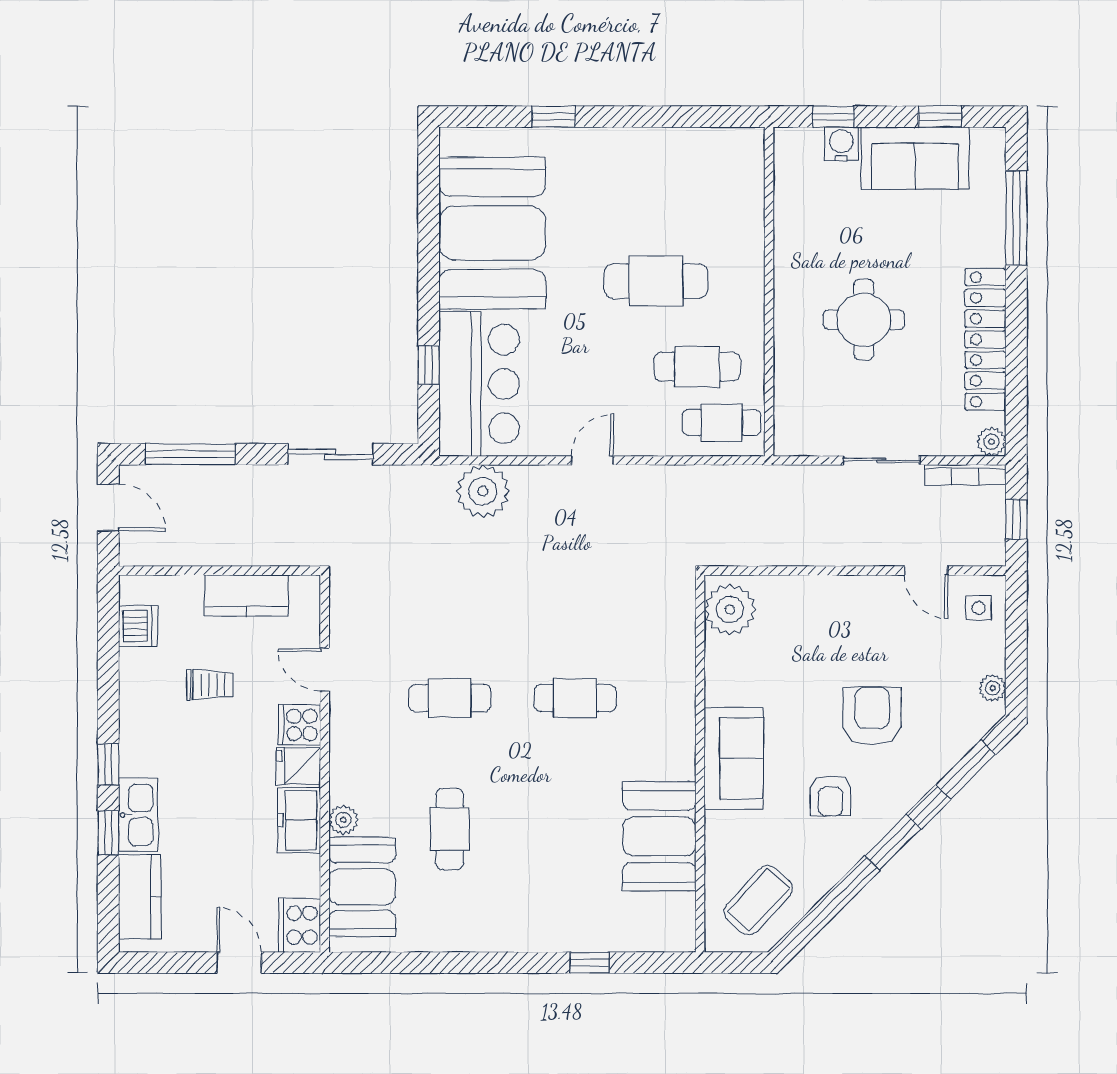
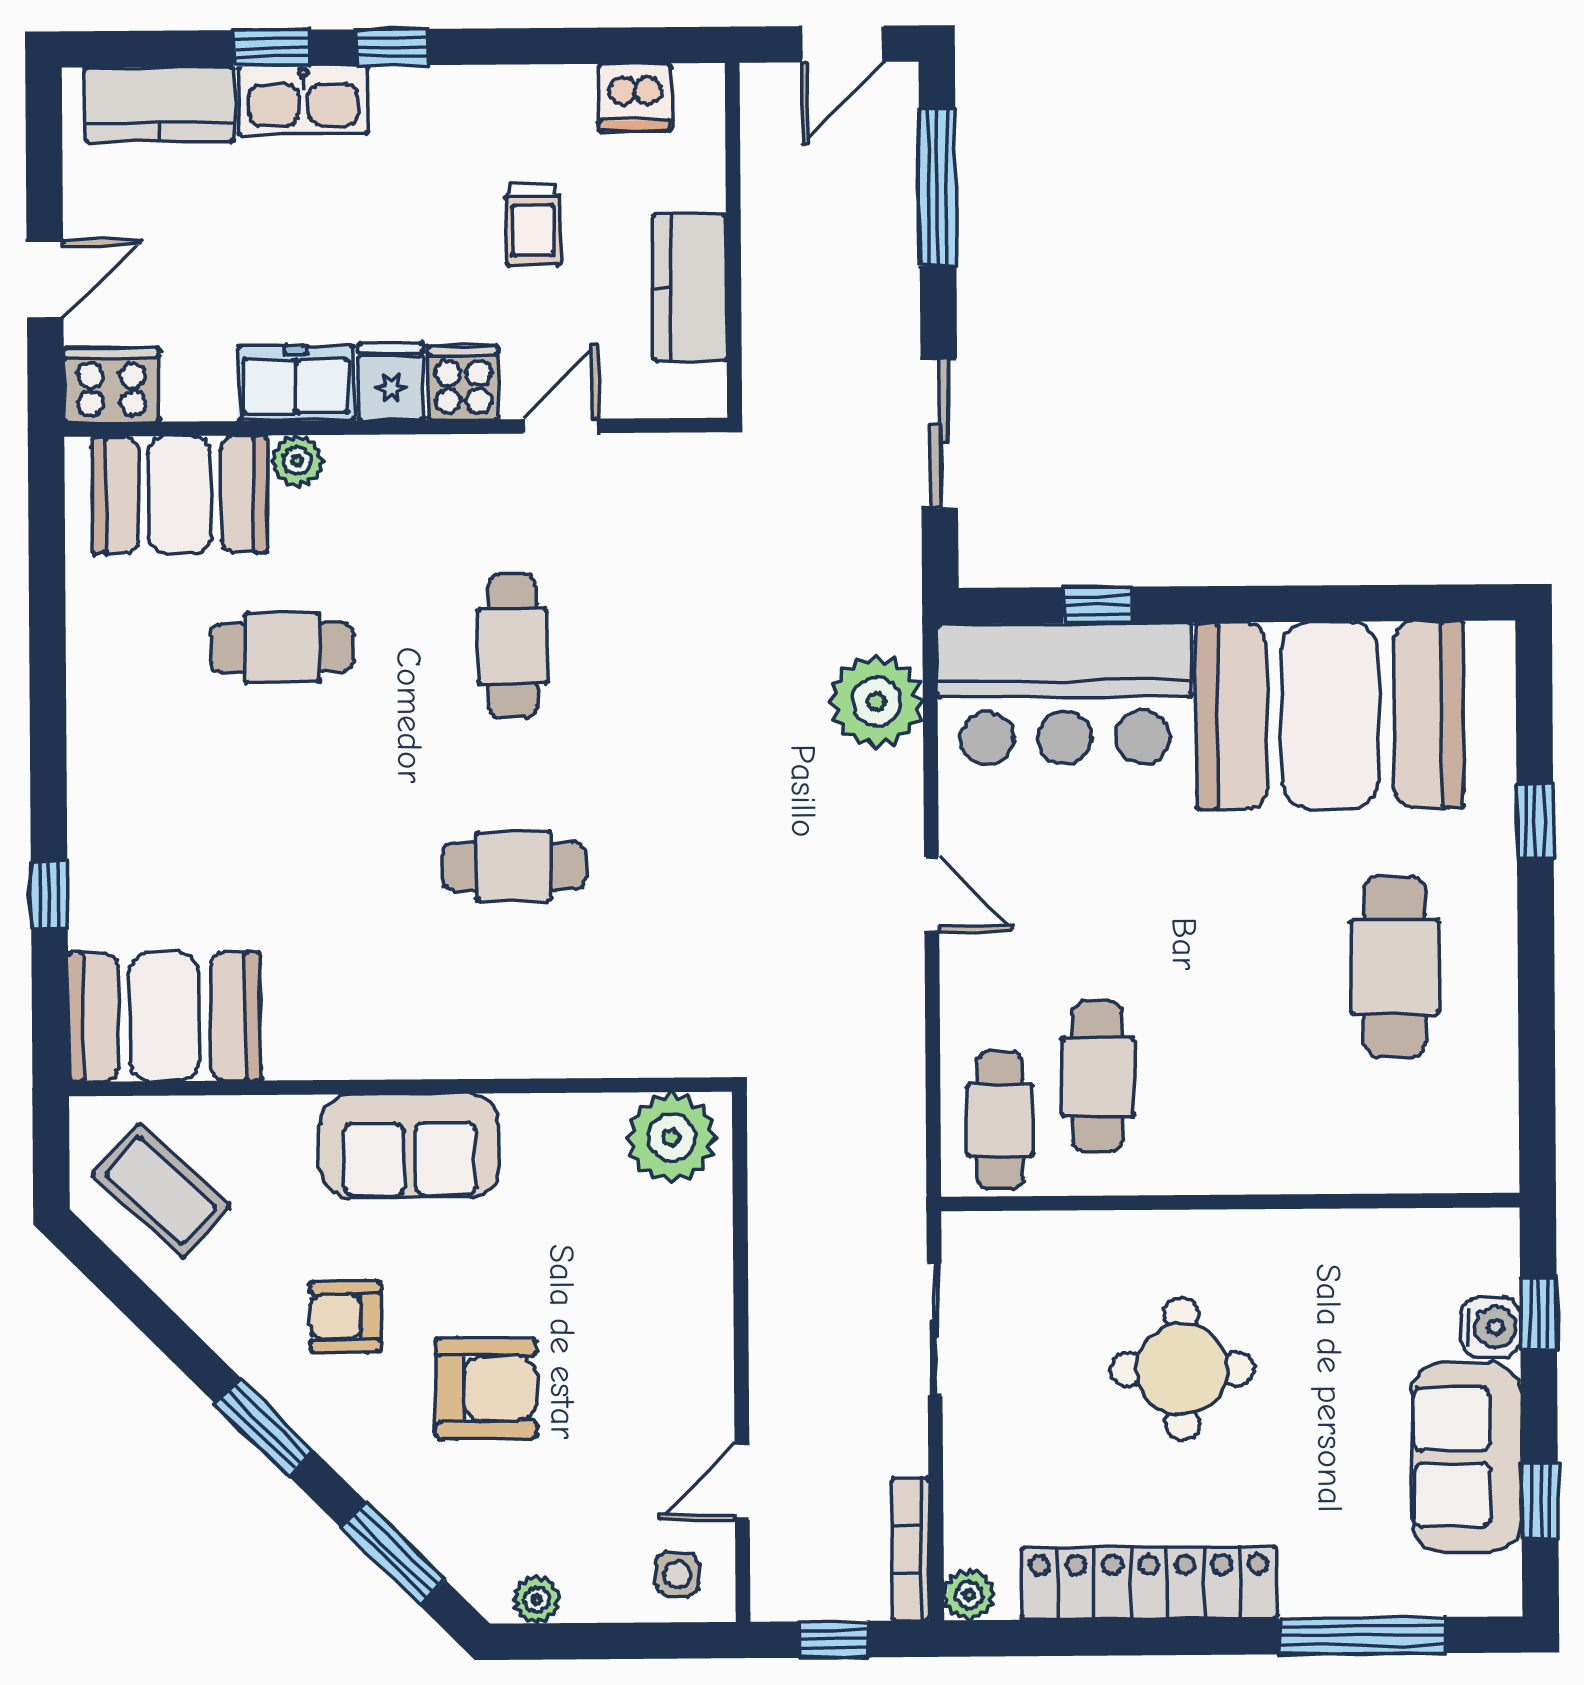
cafe table: (656, 281) -> (1395, 967), moved
sliding door: (881, 460) -> (935, 1329), moved
cafe table: (575, 698) -> (514, 866), turned 90
booth: (659, 836) -> (164, 1017), moved

